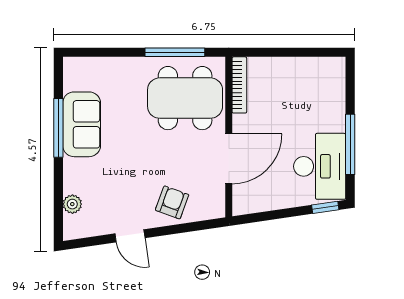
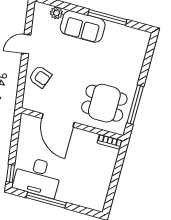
bookcase: (239, 85) -> (110, 142), width x0.64
dining table: (185, 98) -> (104, 103), width x0.73
sofa: (82, 124) -> (83, 26), moved

